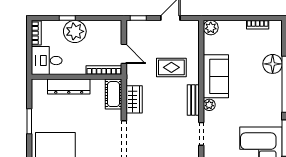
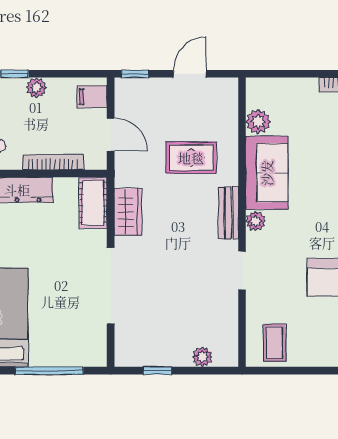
plant: (211, 28) -> (258, 122), moved
plant: (75, 31) -> (36, 88), width x0.53, depth x0.53
filing cabinet: (113, 32) -> (92, 97), added
bookcase: (104, 70) -> (53, 162), moved

